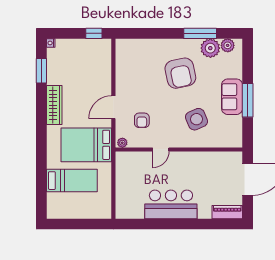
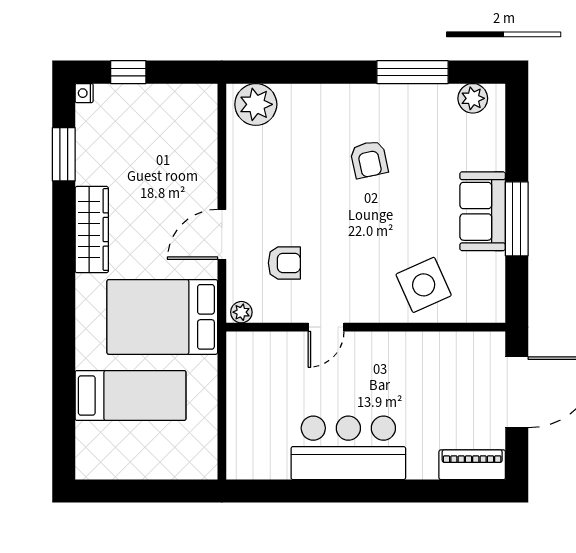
window: (94, 33) -> (128, 72), moved
plant: (210, 48) -> (256, 104), moved
armchair: (180, 73) -> (369, 159), width x0.53, depth x0.53
side table: (197, 119) -> (424, 285), moved
armchair: (142, 120) -> (284, 263), turned -90

